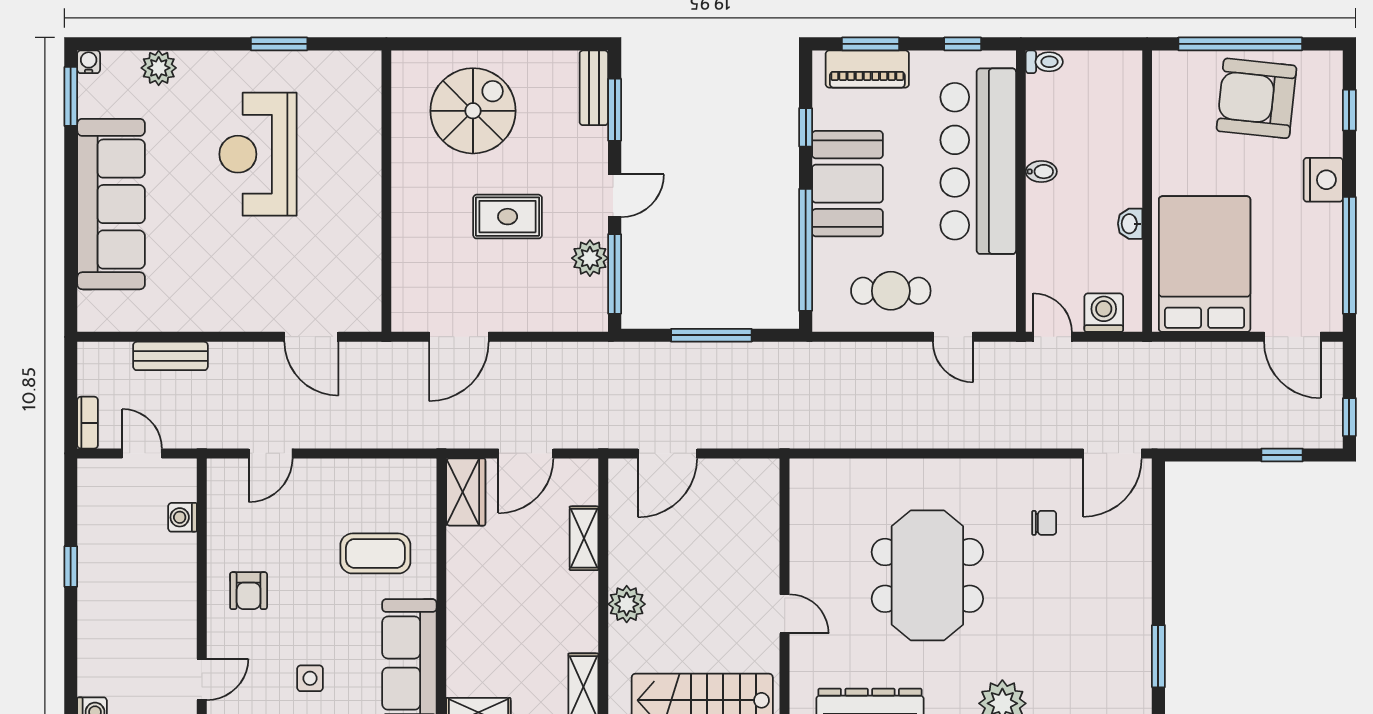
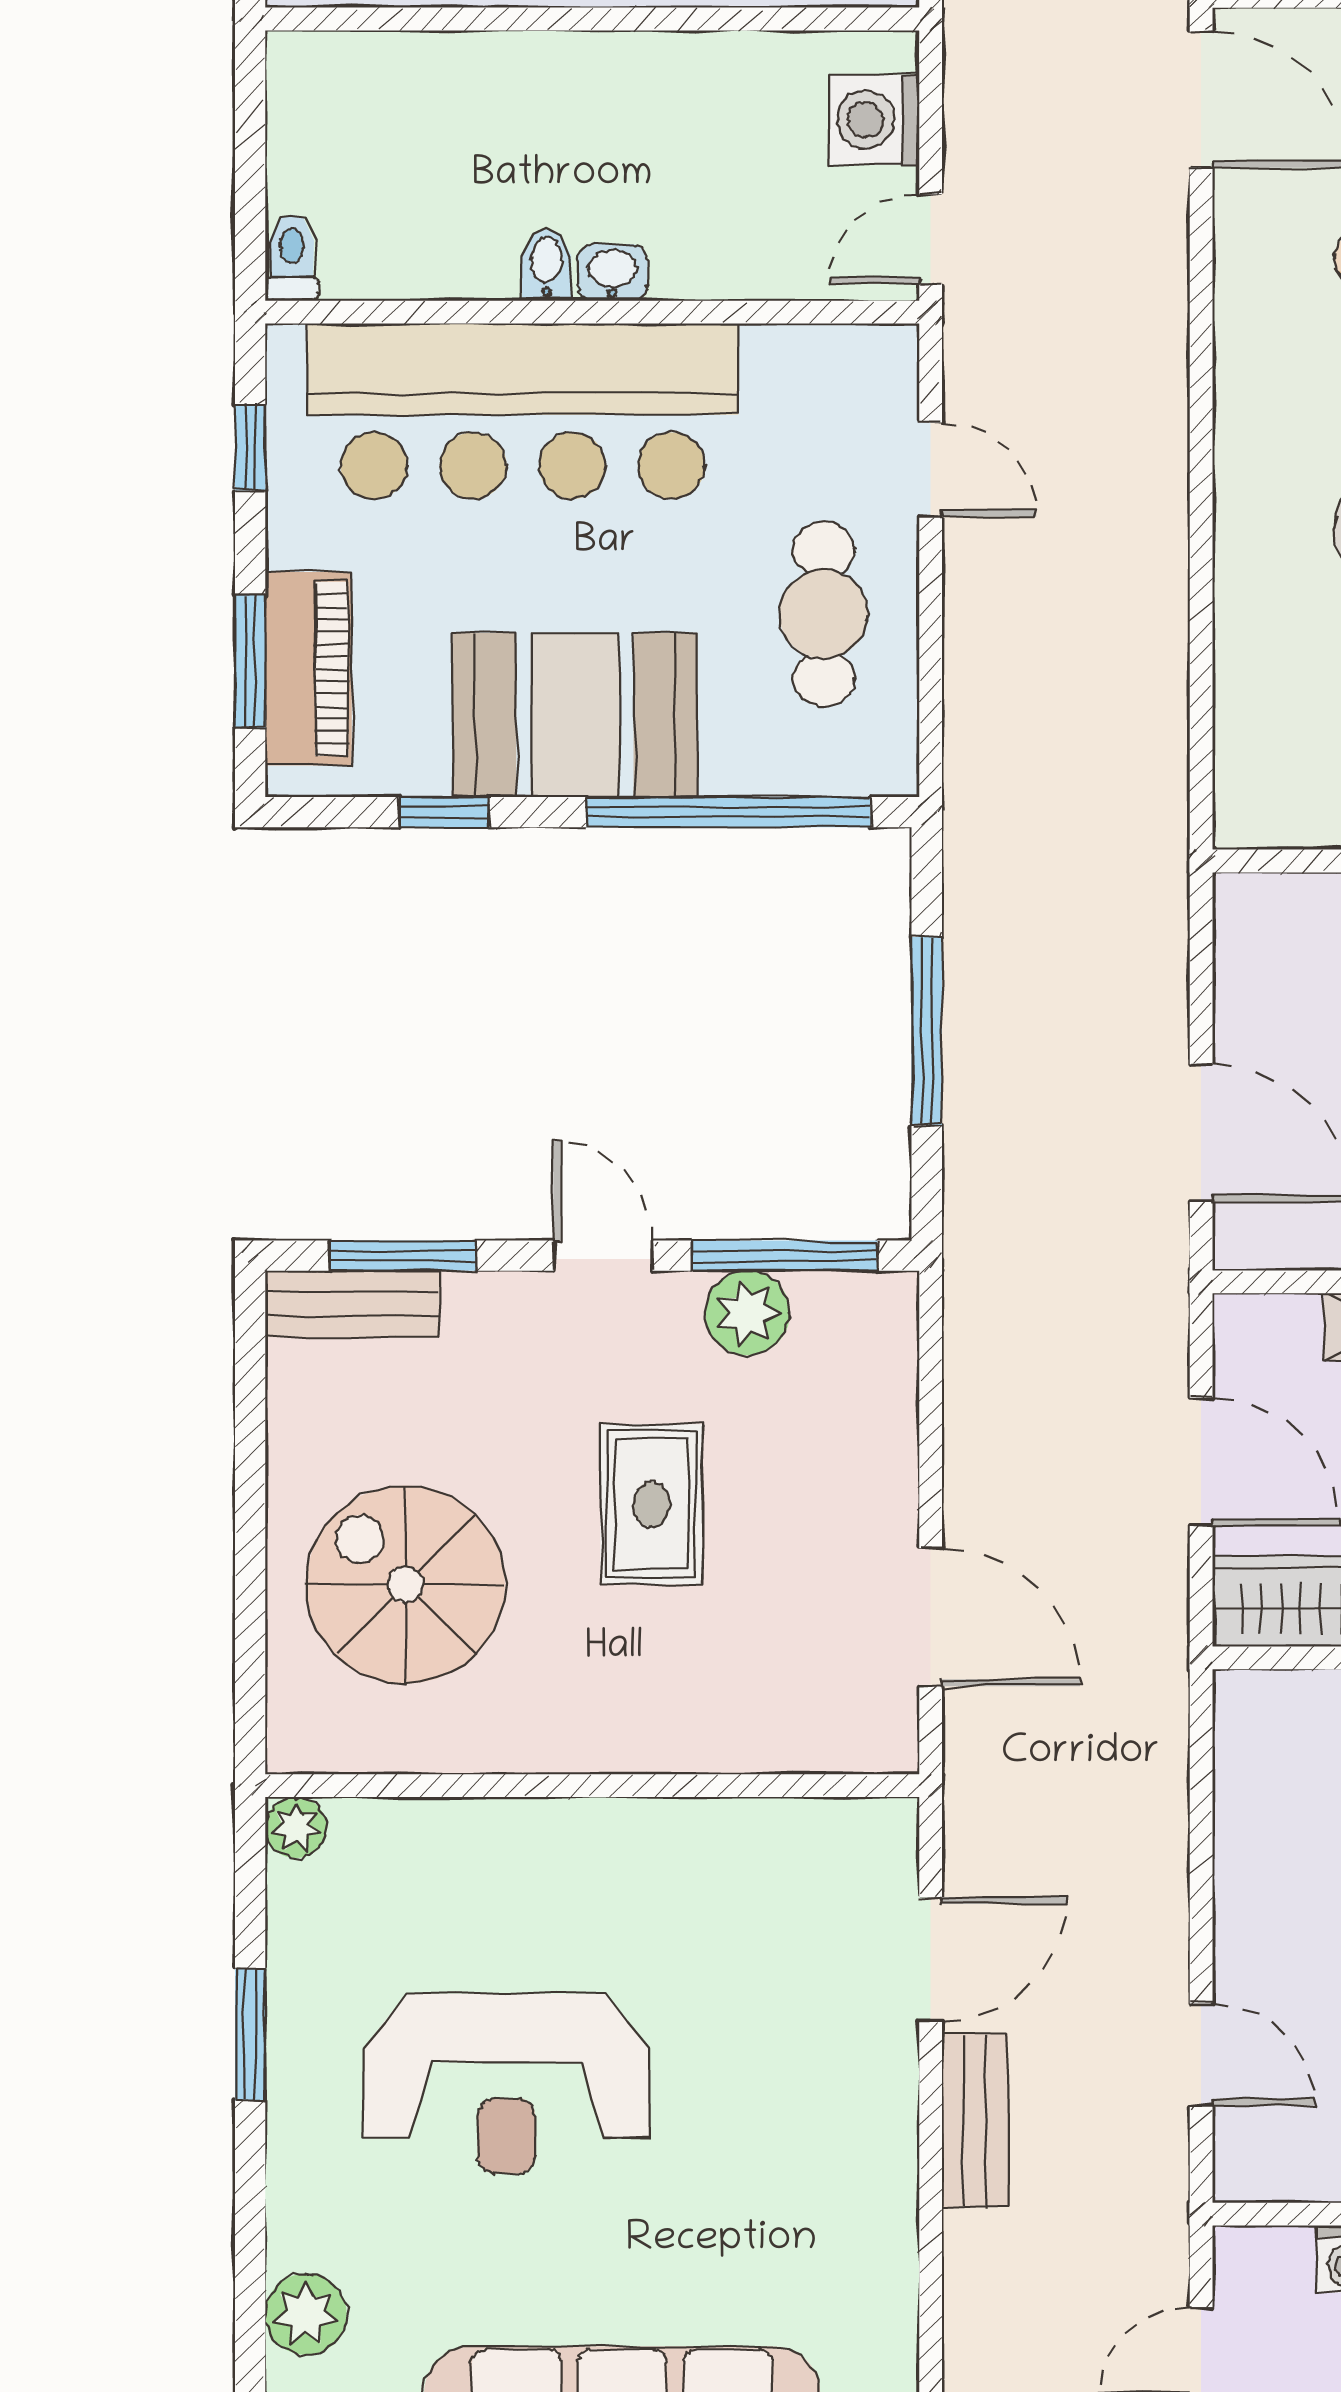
plant: (368, 64) -> (296, 1828), added
washbasin: (1130, 224) -> (612, 272), moved, turned 180
door: (953, 337) -> (931, 470), hinge flipped
bench: (170, 356) -> (975, 2120), moved

